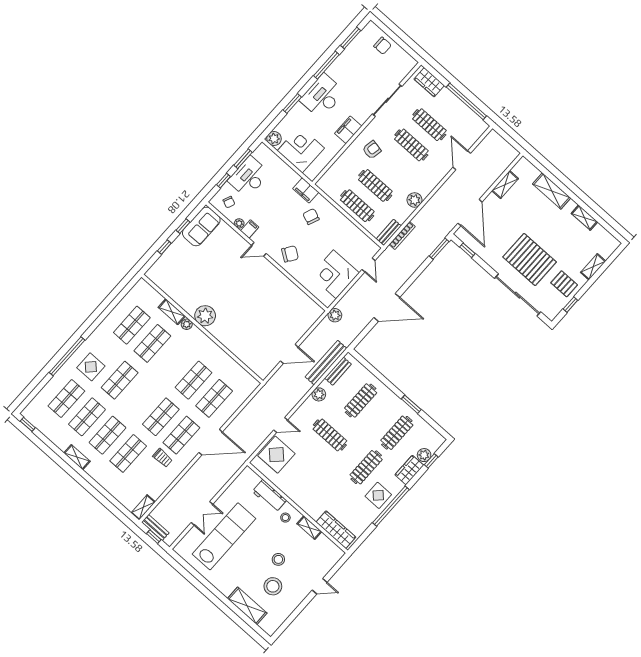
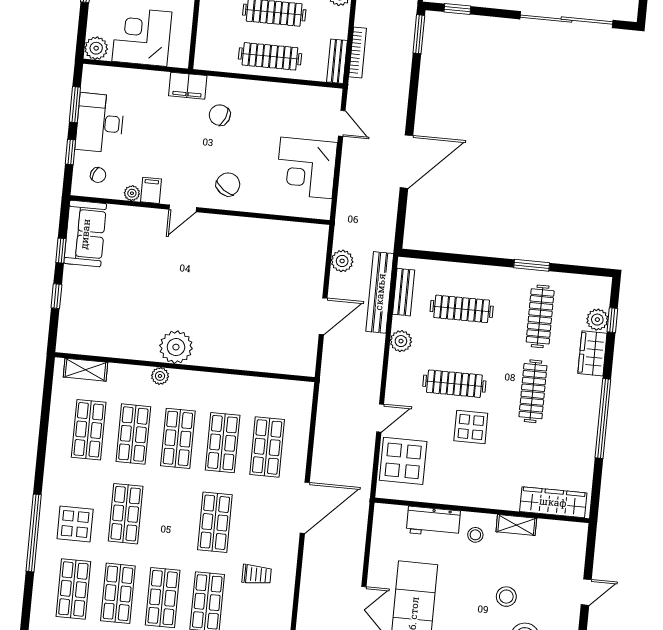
shelving: (172, 312) -> (85, 370), moved
plant: (335, 315) -> (342, 261), moved
clothes rail: (361, 400) -> (462, 309), turned 90
shop shelf: (181, 435) -> (178, 438), moved
display table: (378, 495) -> (471, 427), moved

